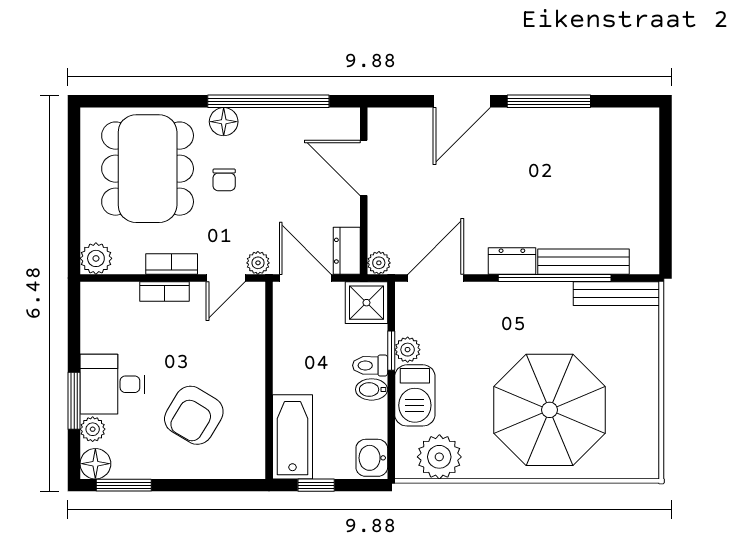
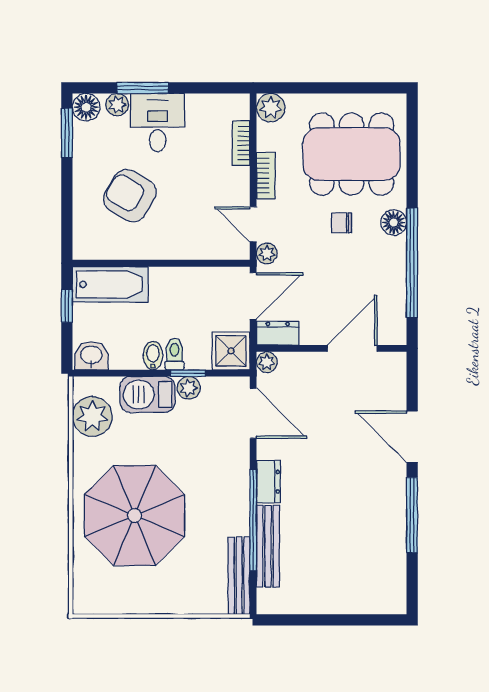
bookcase: (164, 291) -> (241, 143), moved

